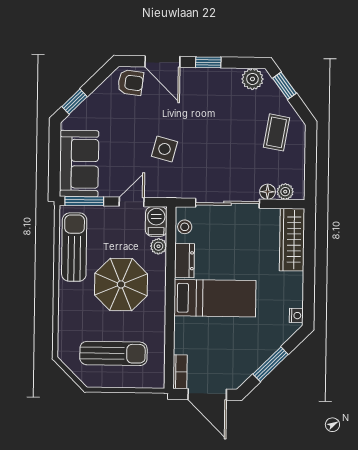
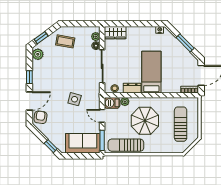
wardrobe: (292, 240) -> (115, 33), width x0.67

